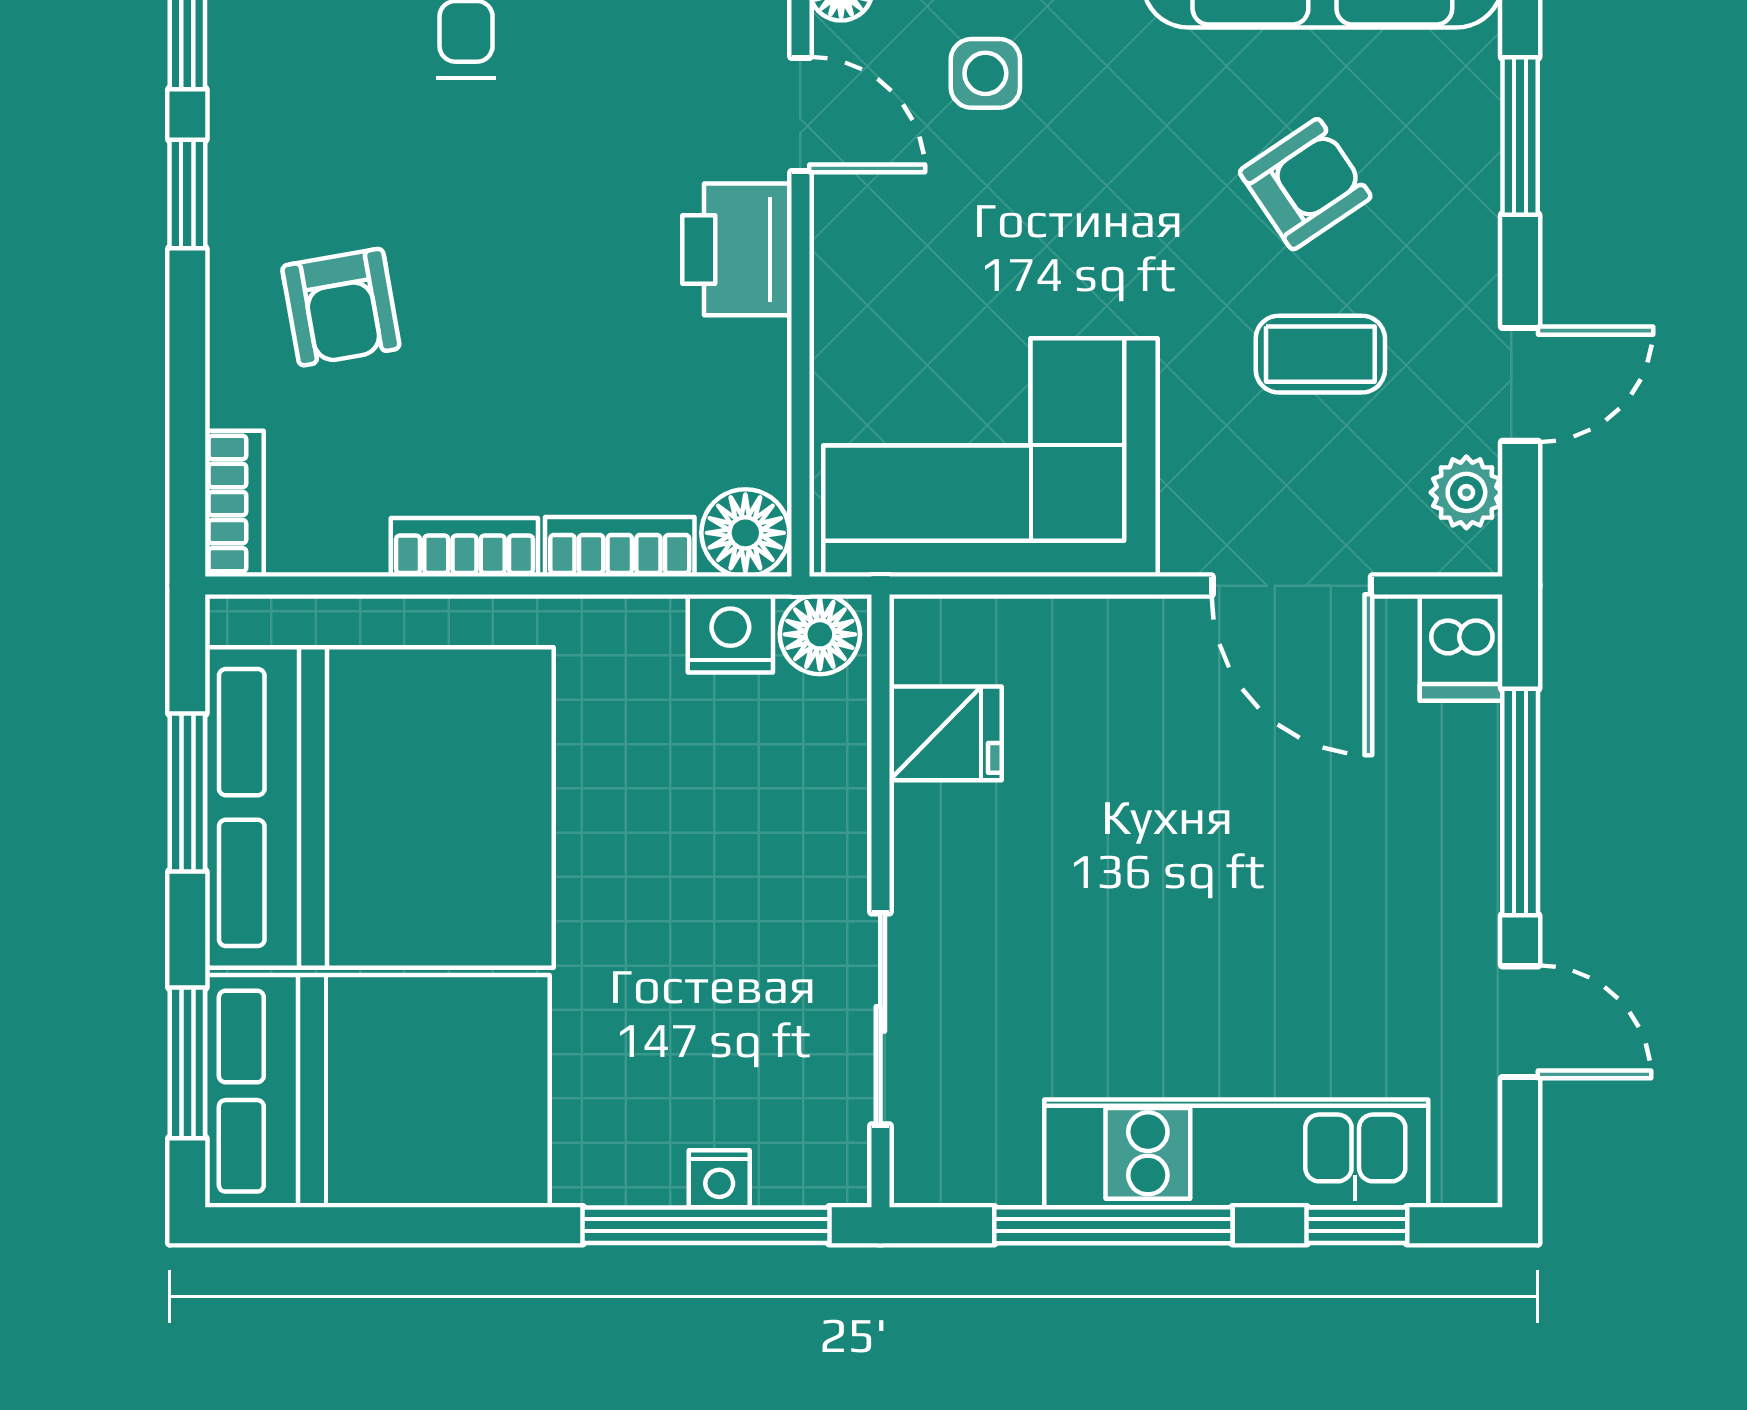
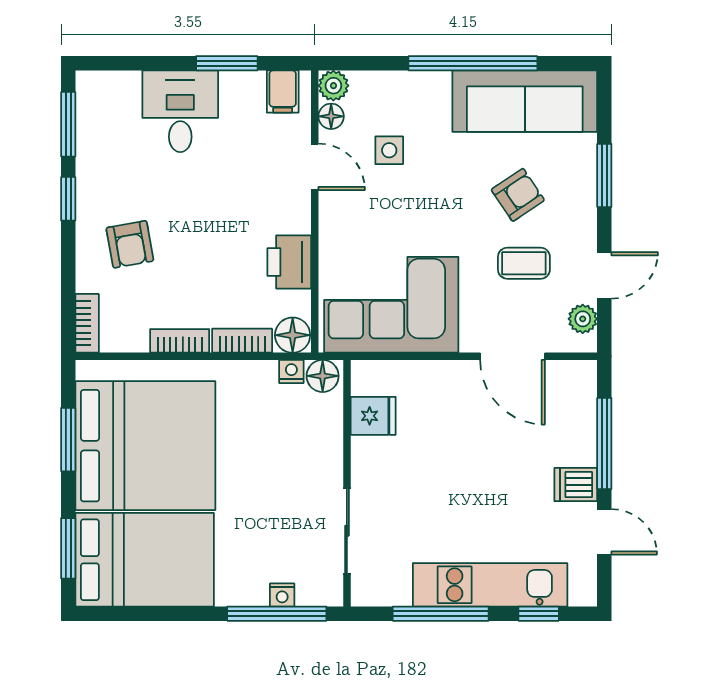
printer: (737, 249) -> (289, 262), moved
nightstand: (730, 633) -> (291, 372), width x0.72, depth x0.74
dishwasher: (1461, 648) -> (576, 485), moved, turned 90

